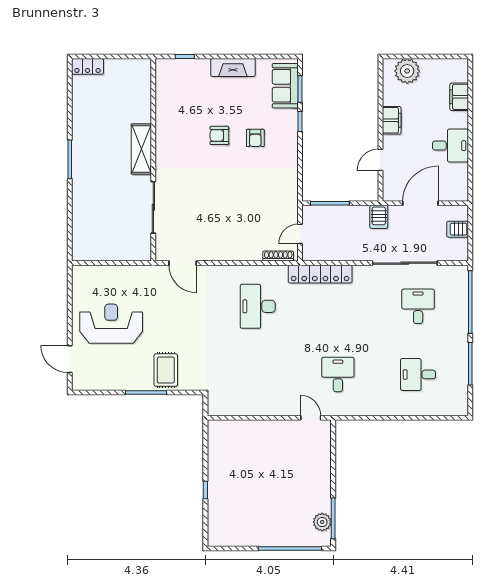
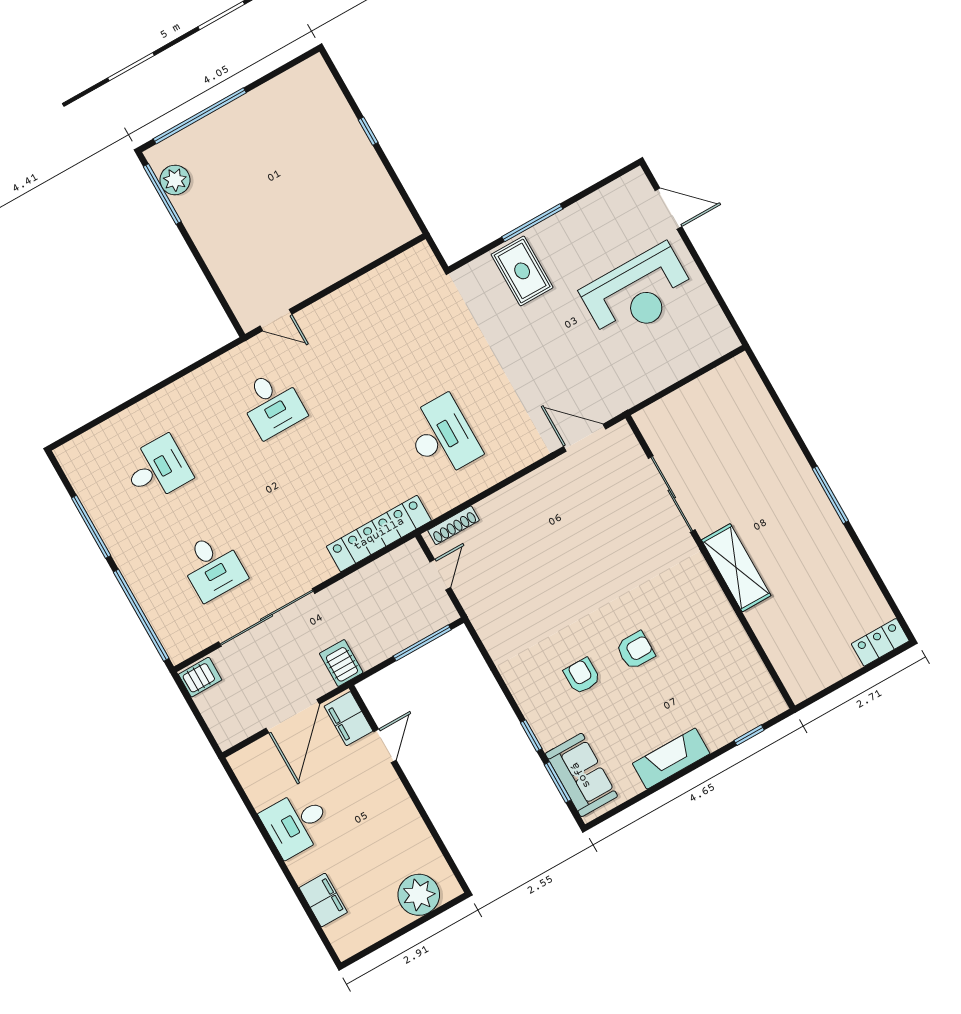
filing cabinet: (392, 120) -> (348, 719), moved
server rack: (458, 229) -> (200, 677), moved

